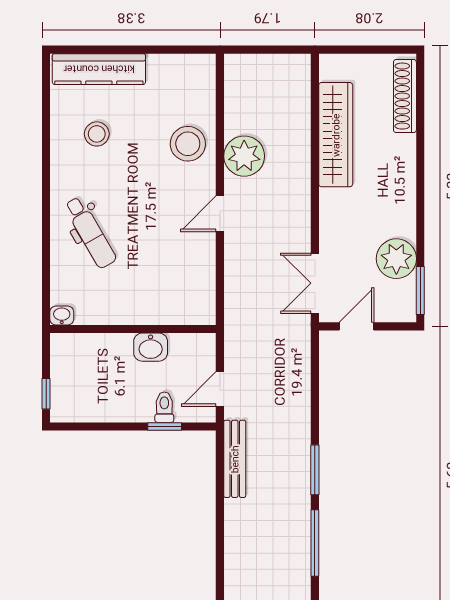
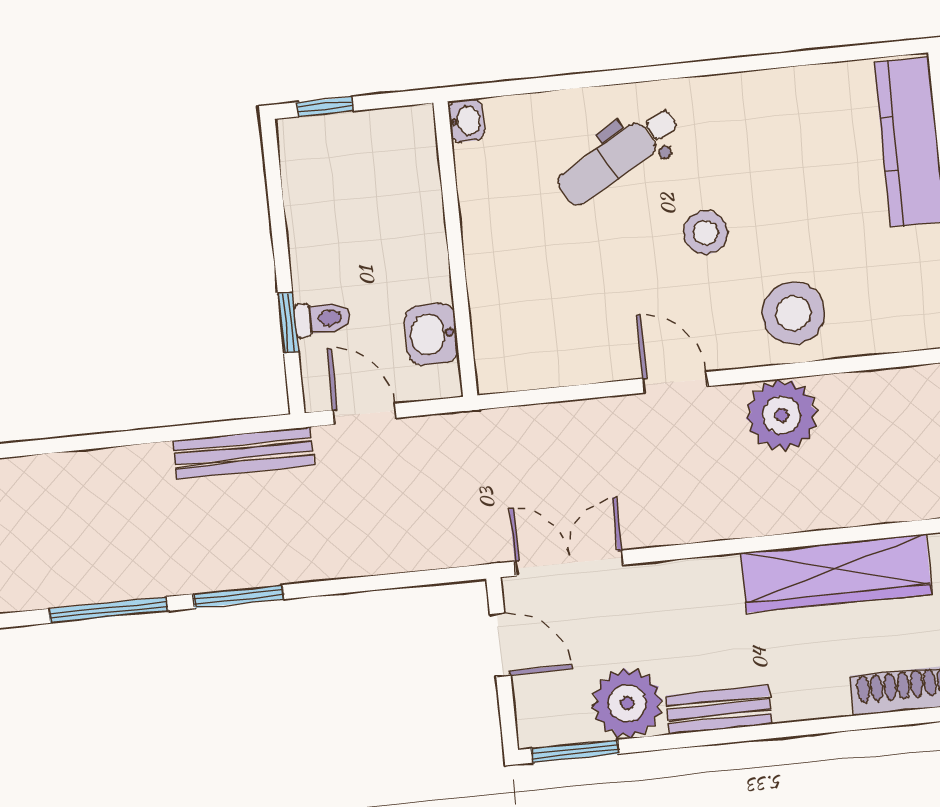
stool: (97, 134) -> (706, 233), moved
bench: (405, 208) -> (719, 710), added
washbasin: (151, 347) -> (431, 334), moved

